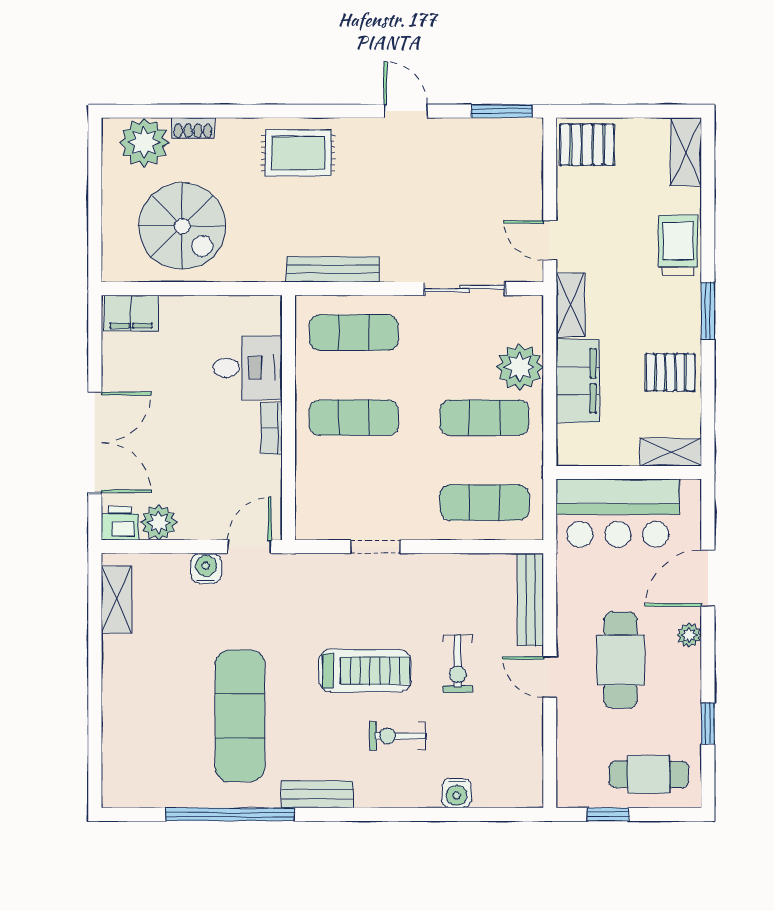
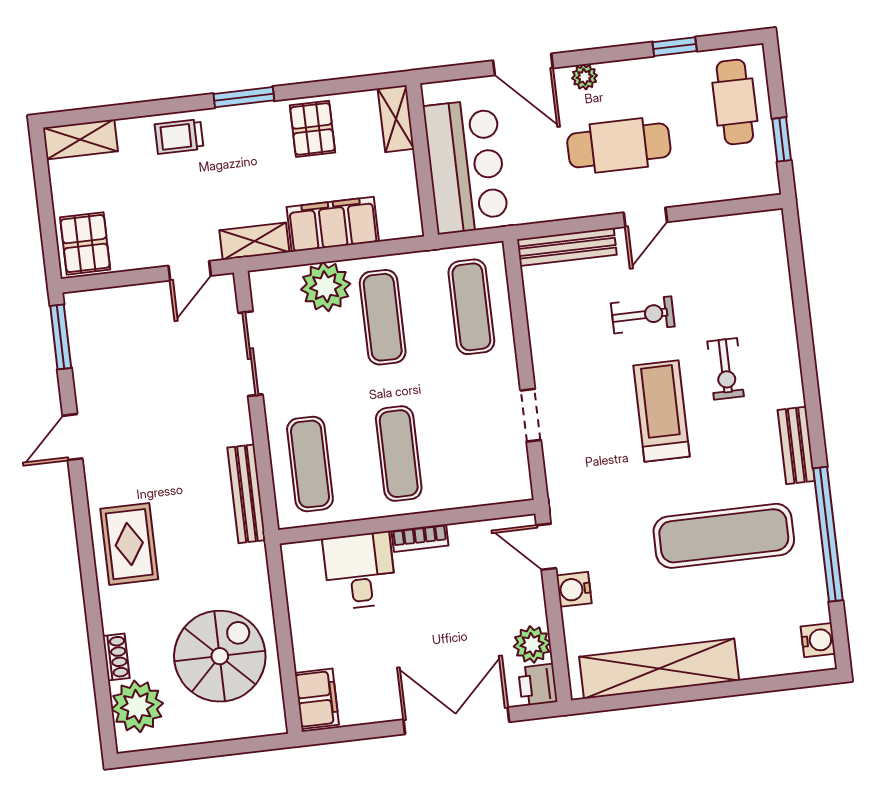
trolley: (678, 245) -> (179, 136), width x0.73, depth x0.72
shelving: (117, 599) -> (659, 669), width x2.20, depth x1.33
water cooler: (457, 793) -> (818, 640), moved

